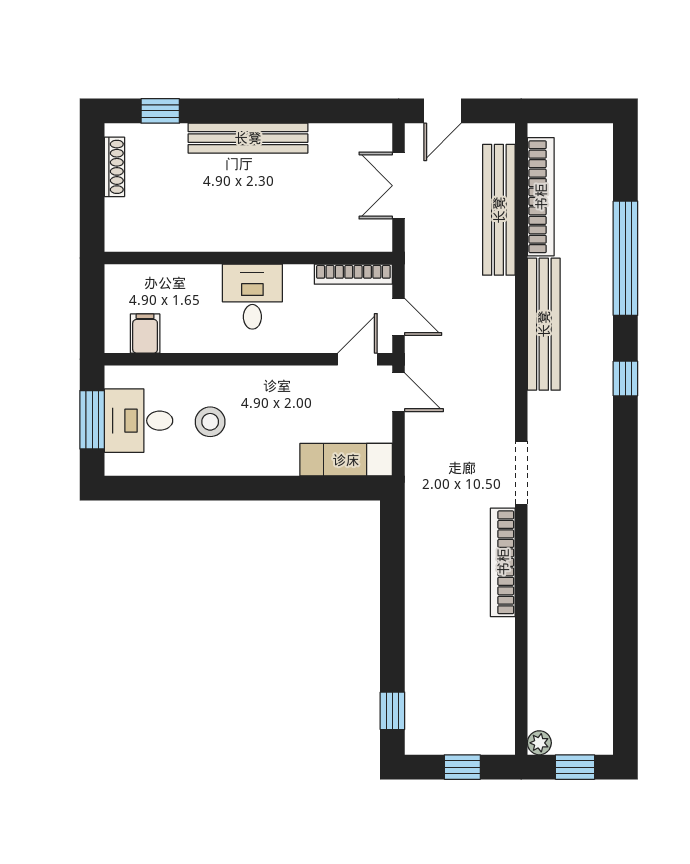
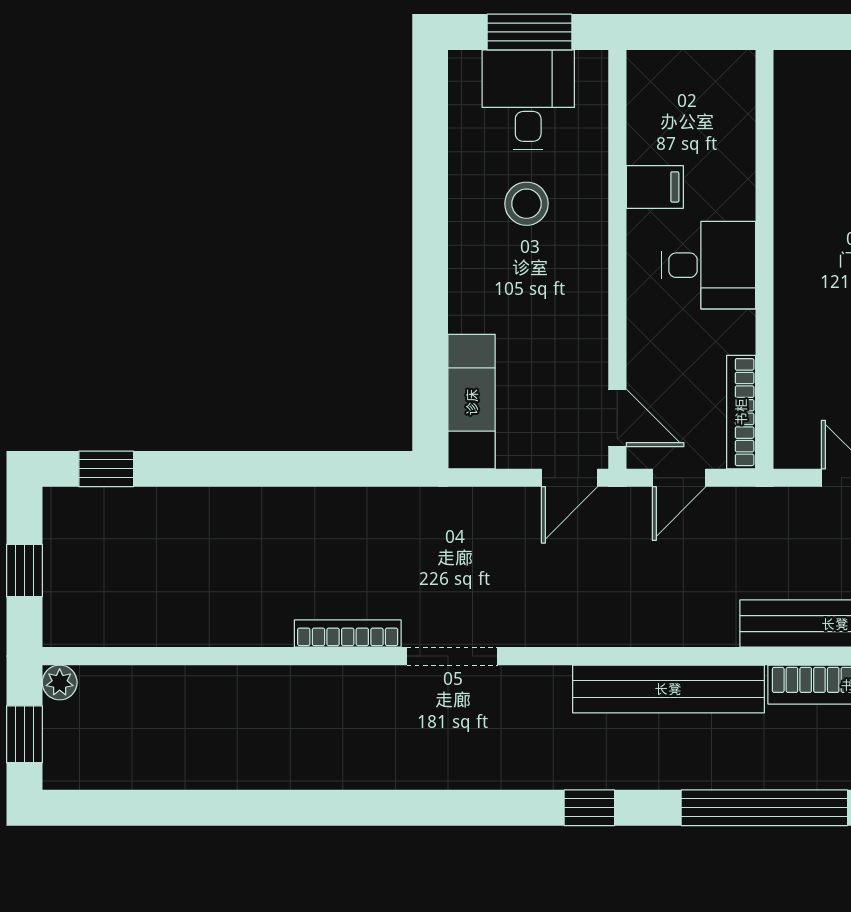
filing cabinet: (145, 334) -> (655, 187), moved
bookcase: (503, 562) -> (348, 634), width x0.68, depth x0.76

